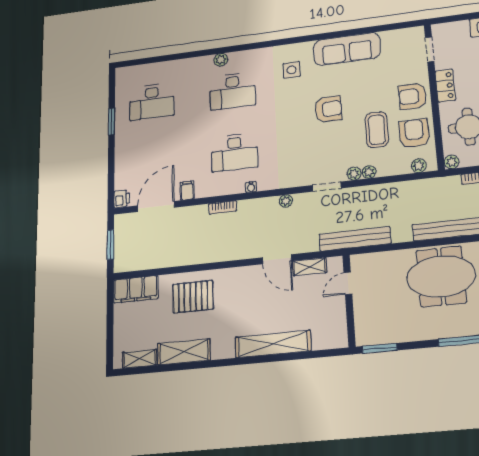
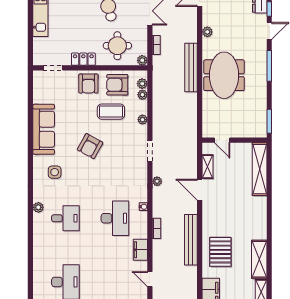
plant: (221, 60) -> (38, 207), moved
desk: (233, 91) -> (65, 218), width x0.73
armchair: (328, 109) -> (90, 146), turned -151
plant: (354, 174) -> (142, 95), moved
filing cabinet: (187, 191) -> (140, 250), width x2.00
door: (156, 207) -> (150, 279), width x0.53
bench: (355, 239) -> (191, 240), moved
door: (277, 259) -> (200, 190), swing flipped
shelving: (273, 344) -> (260, 169), moved

